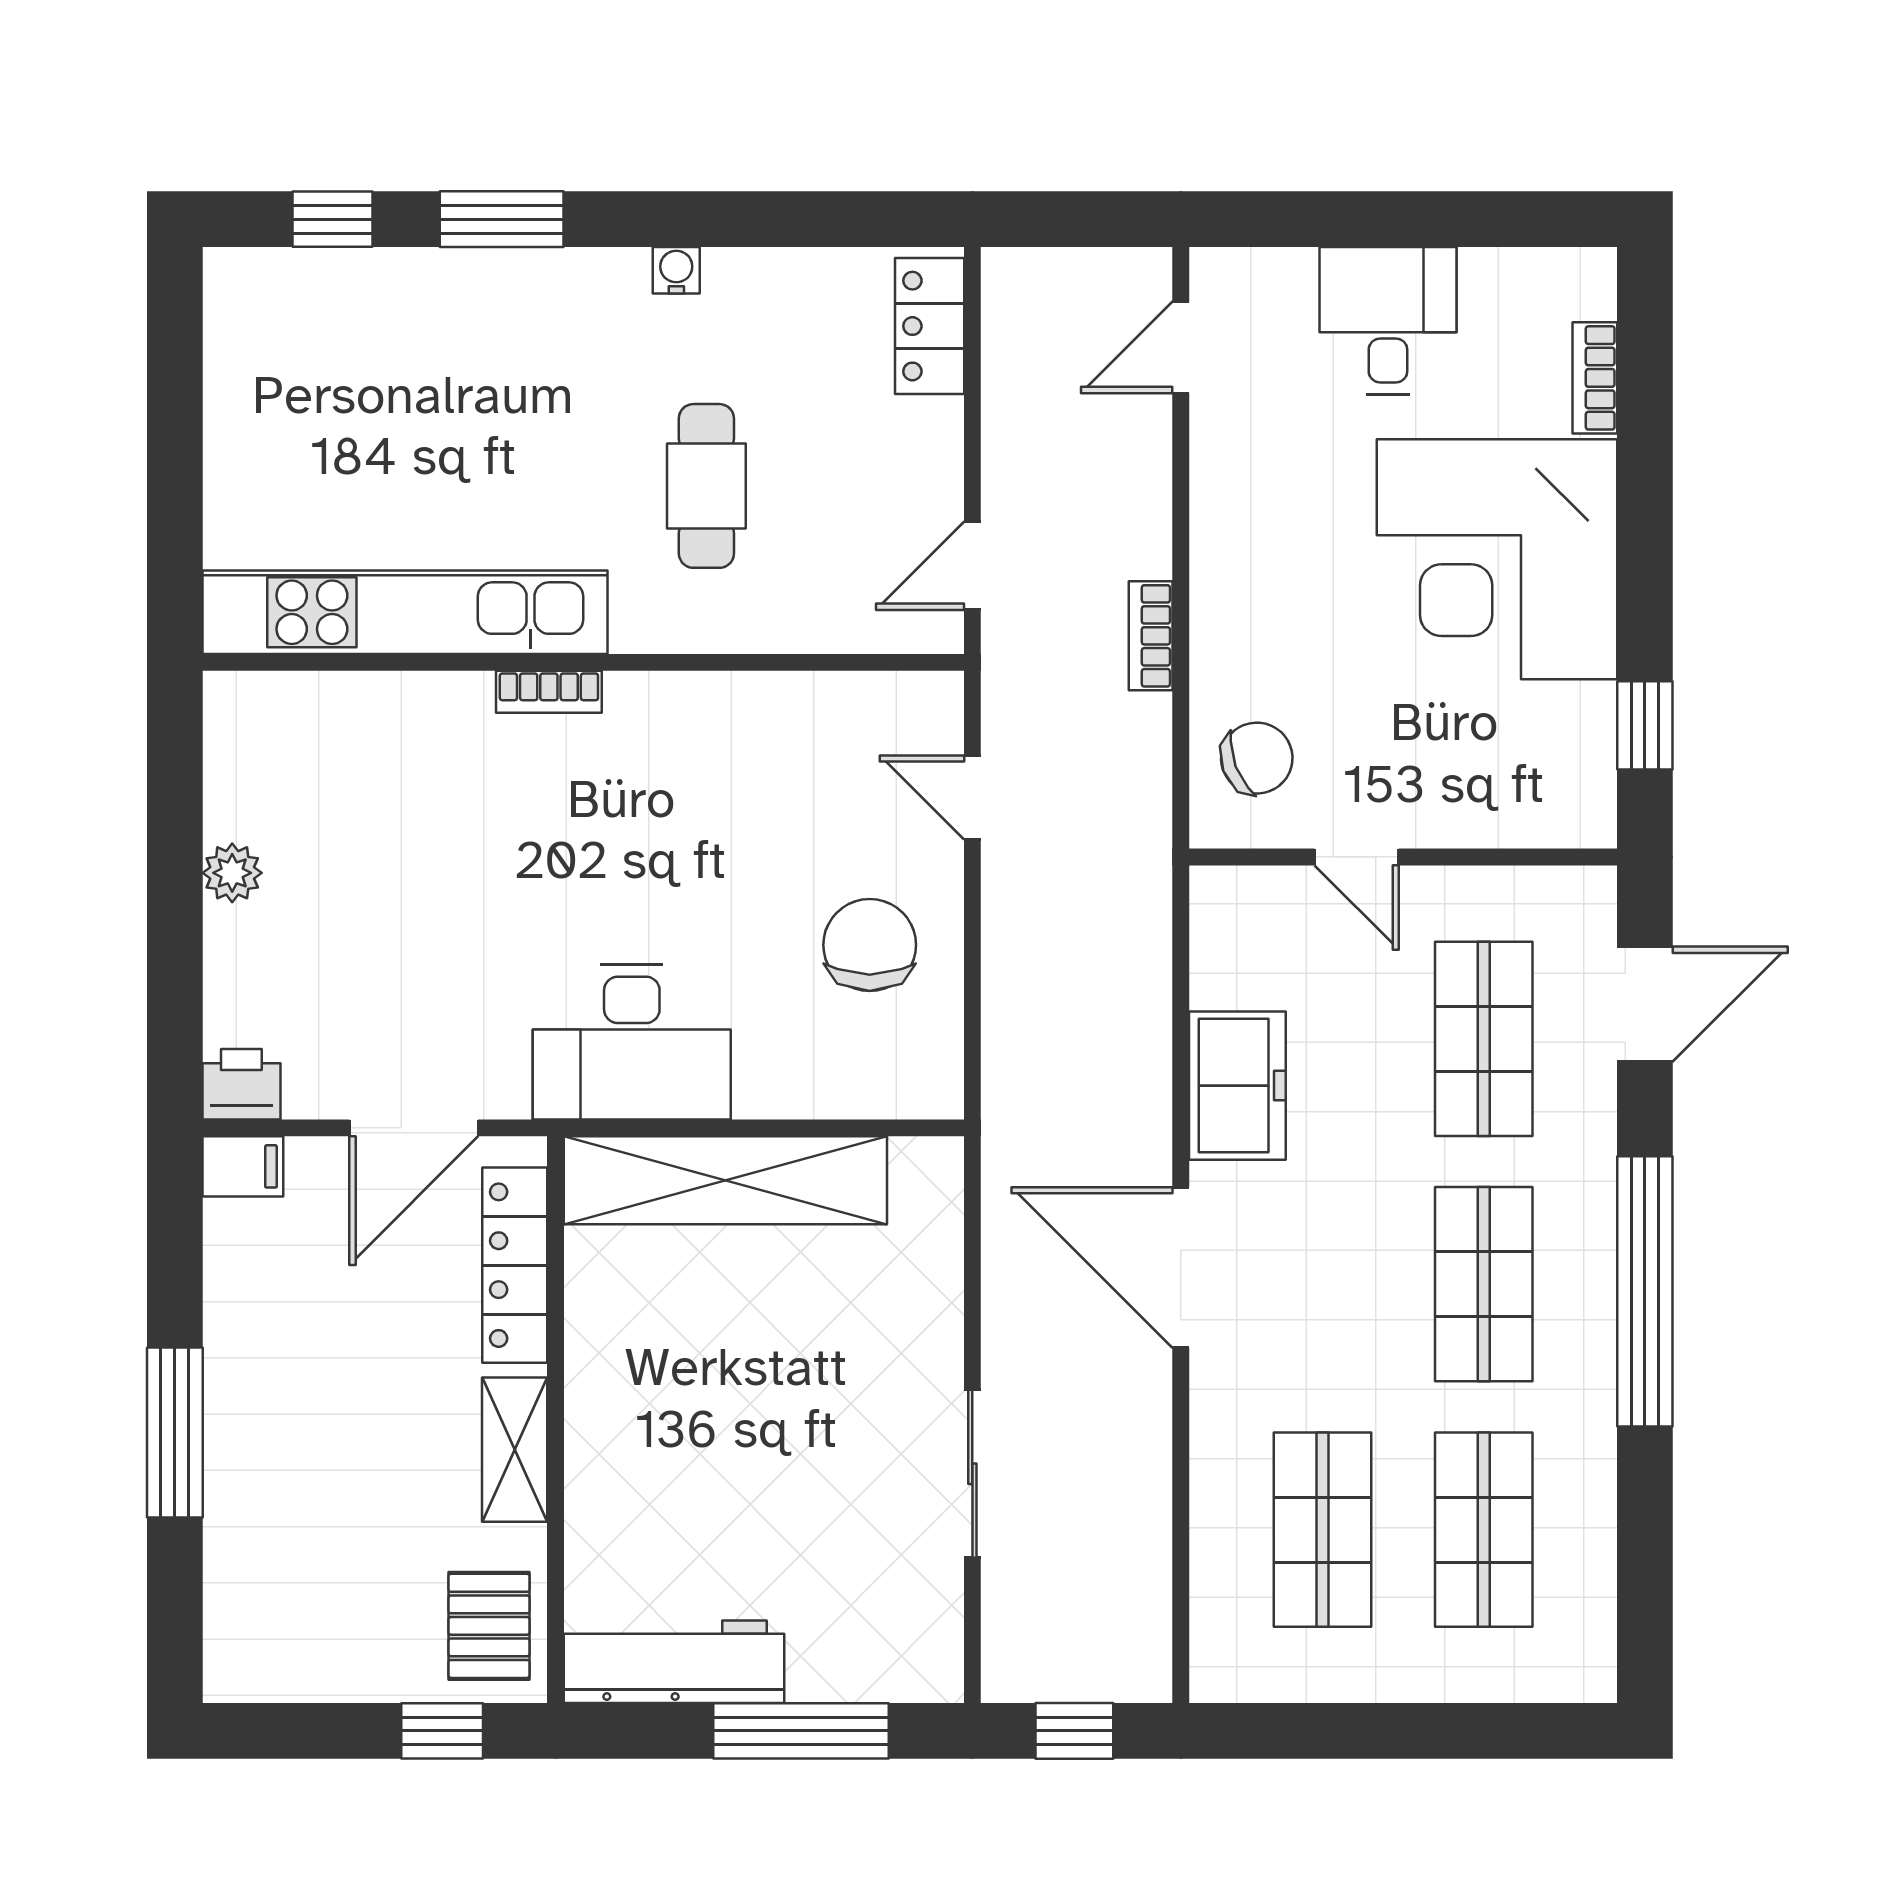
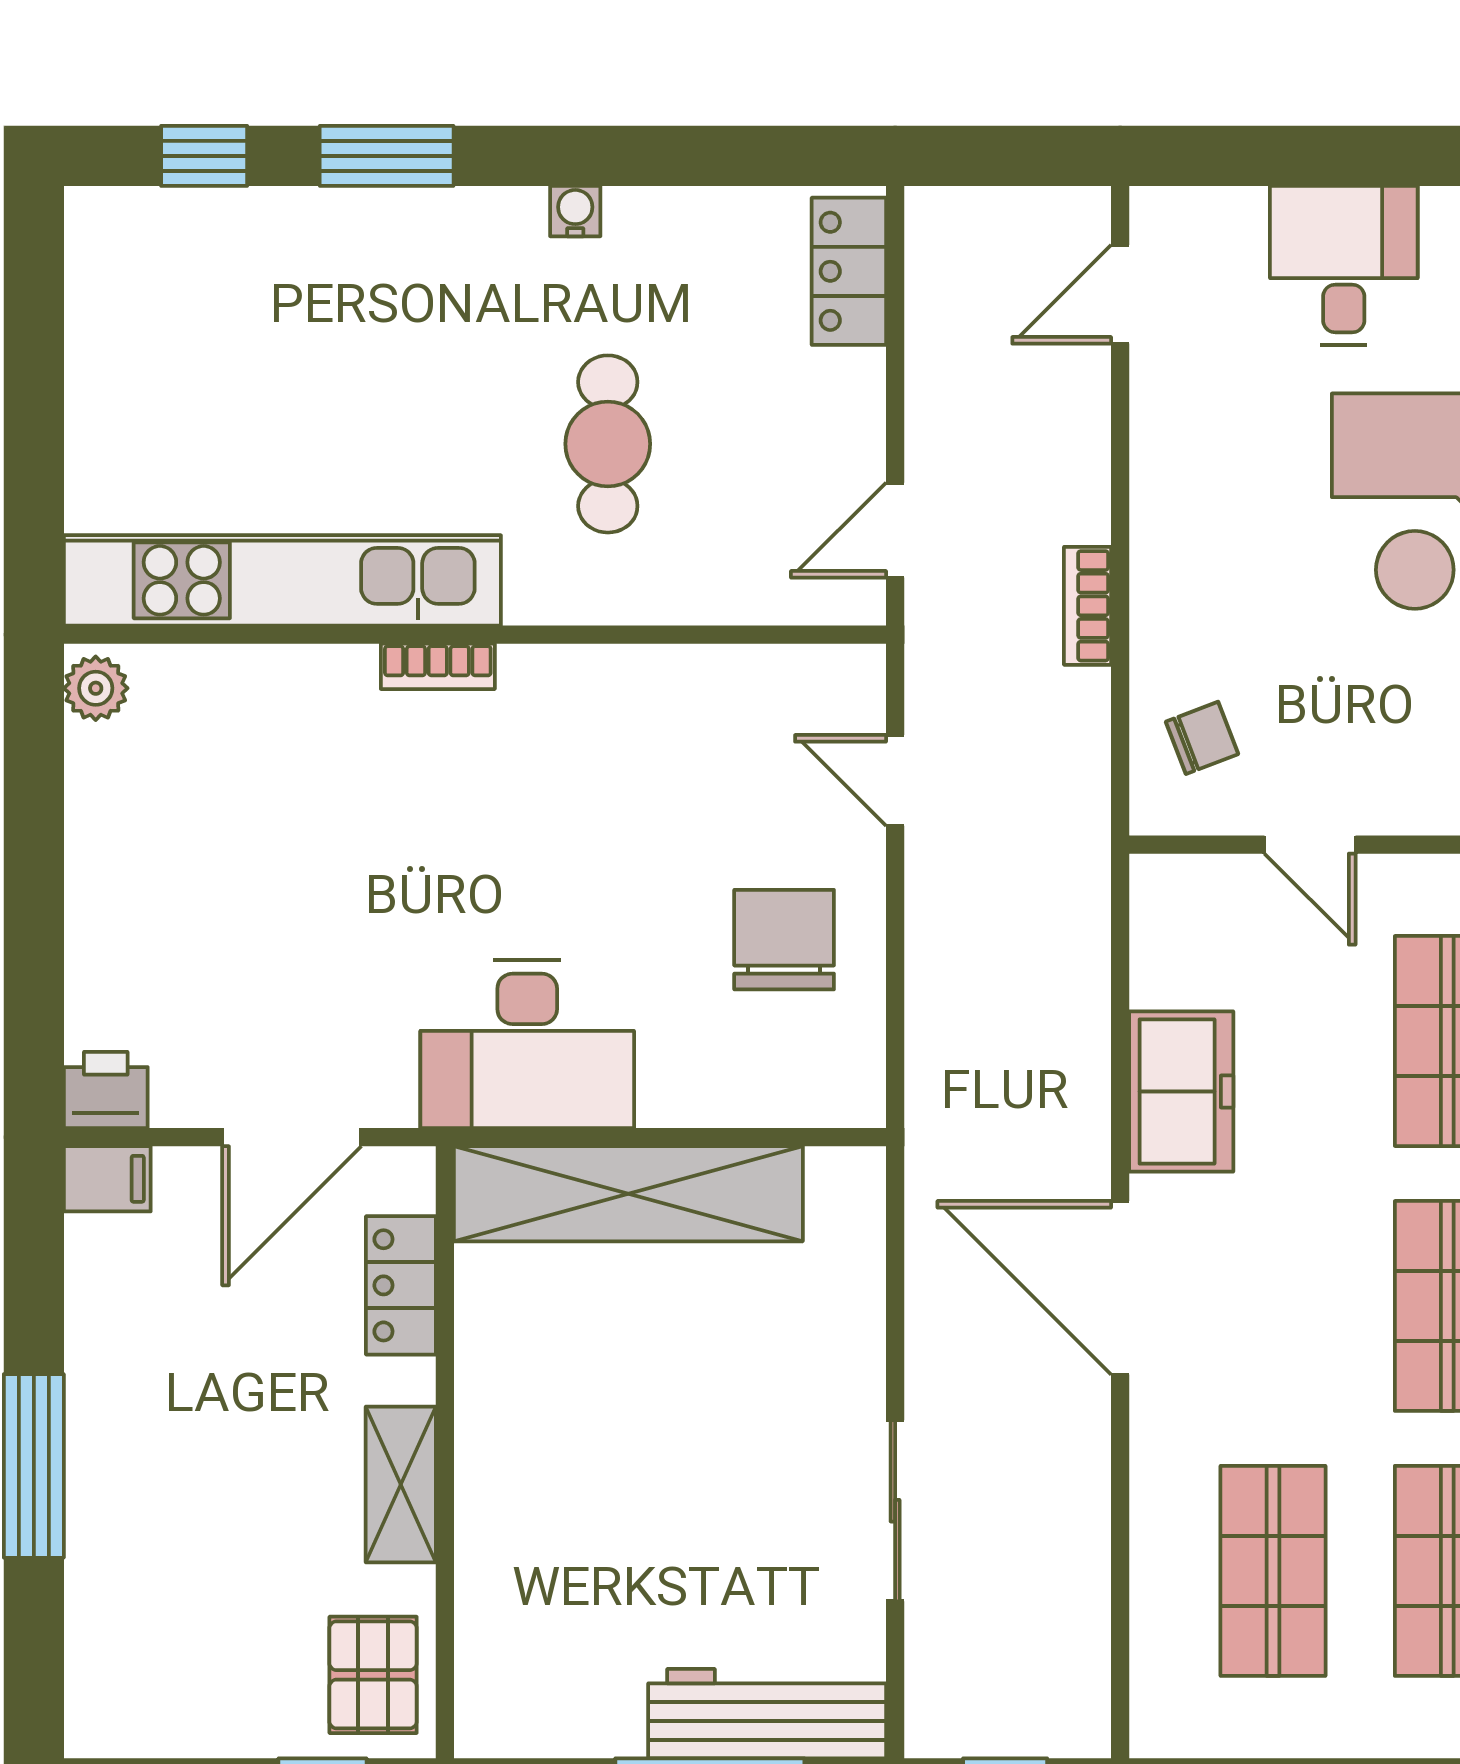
chair: (1257, 758) -> (1202, 738), width x0.73, depth x0.73
plant: (232, 873) -> (96, 688), moved
locker: (515, 1265) -> (401, 1285), width x0.66
workbench: (674, 1662) -> (767, 1714), moved

